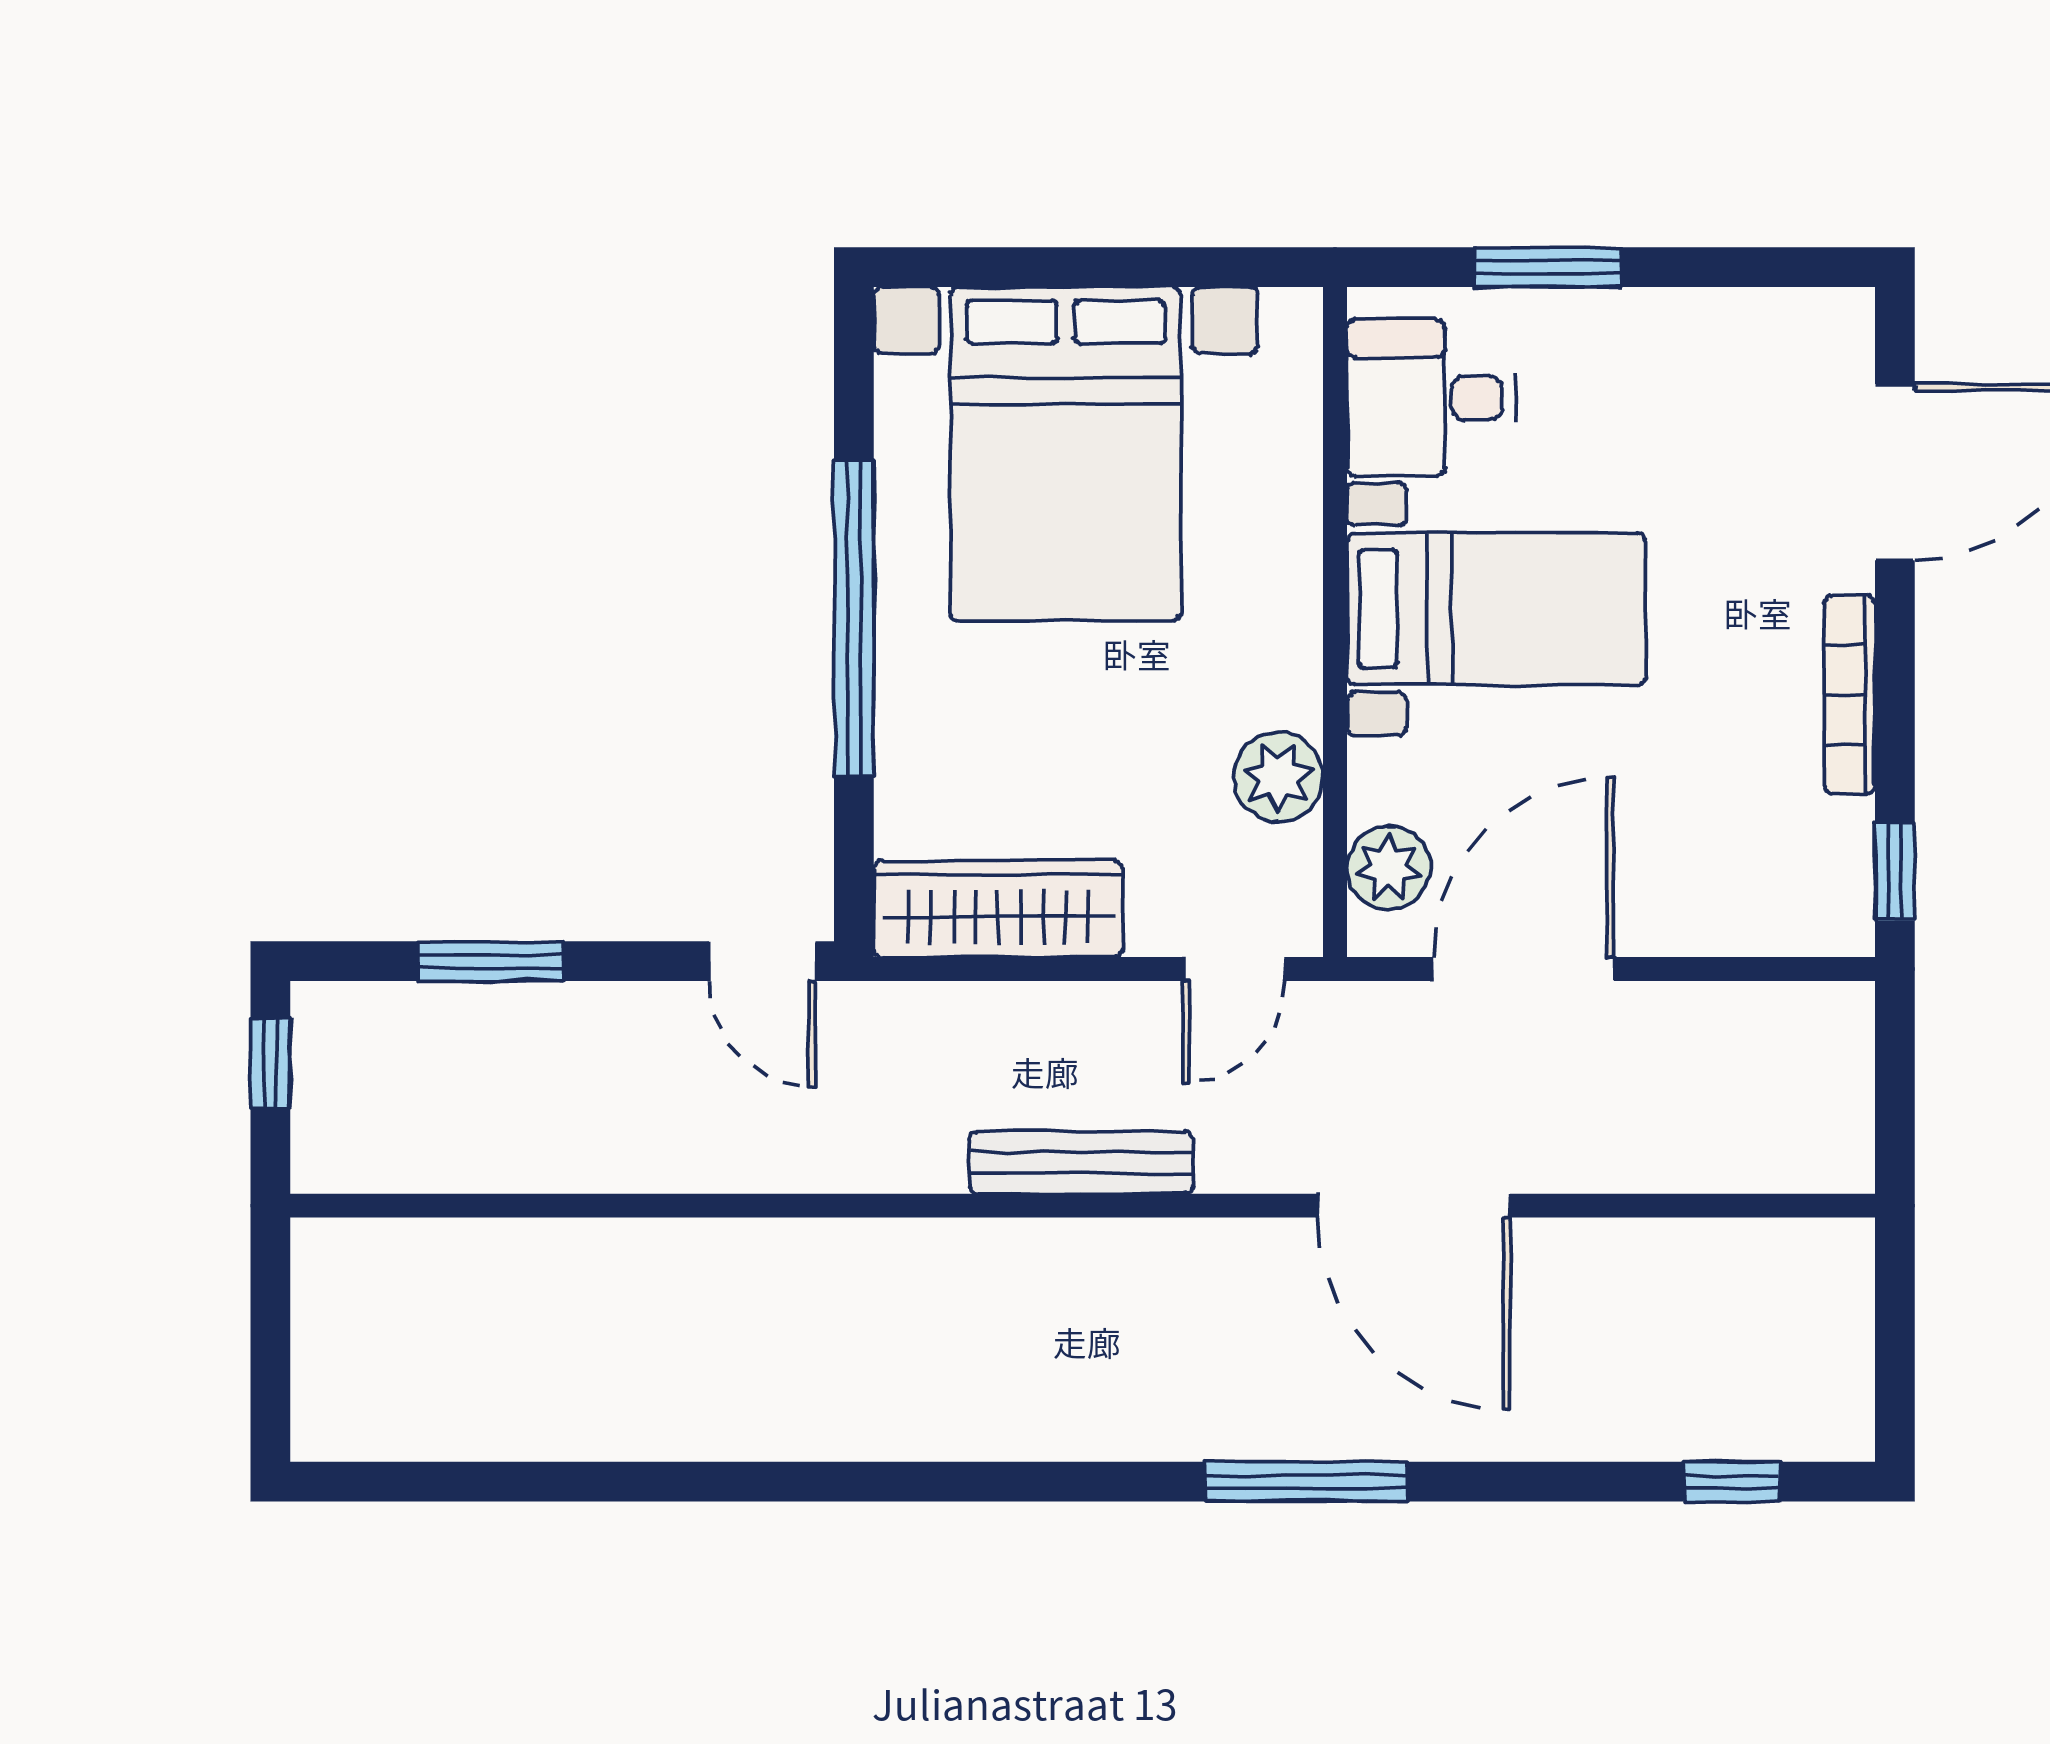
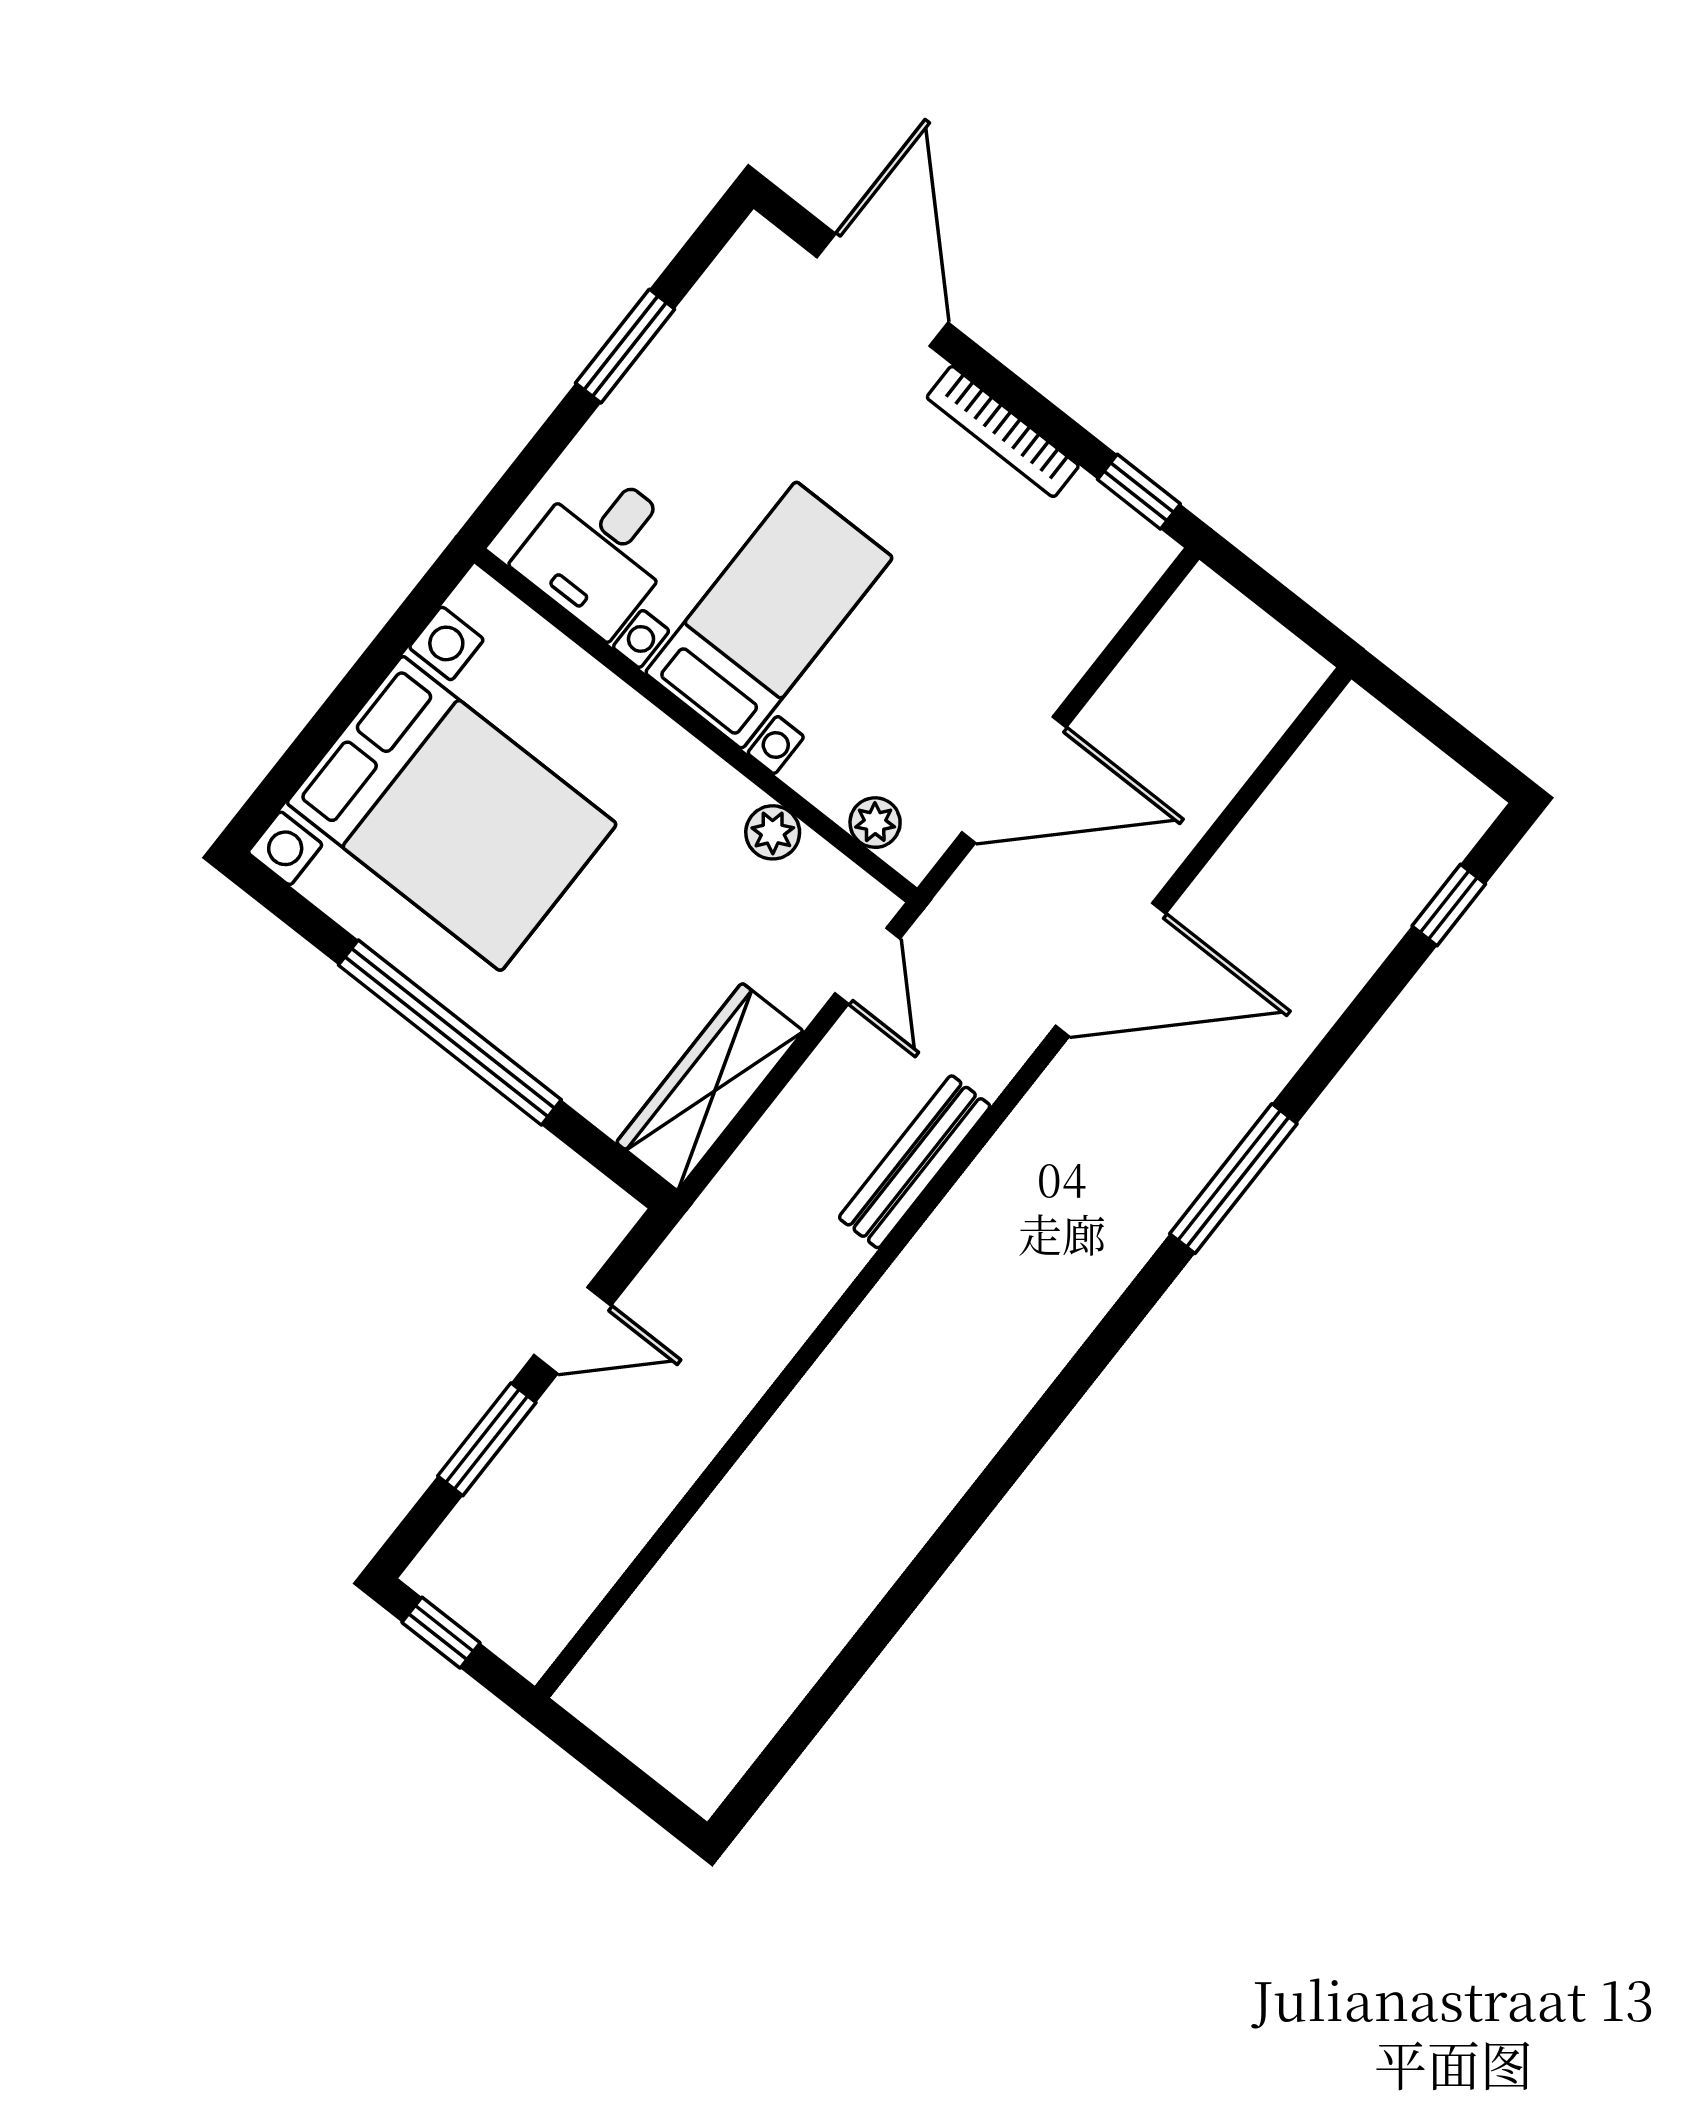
window: (1548, 267) -> (625, 346), moved
plant: (1278, 777) -> (773, 832), width x0.73, depth x0.73
plant: (1389, 868) -> (875, 823), width x0.73, depth x0.73
door: (762, 961) -> (573, 1330), moved
door: (1524, 969) -> (1014, 780), swing flipped

